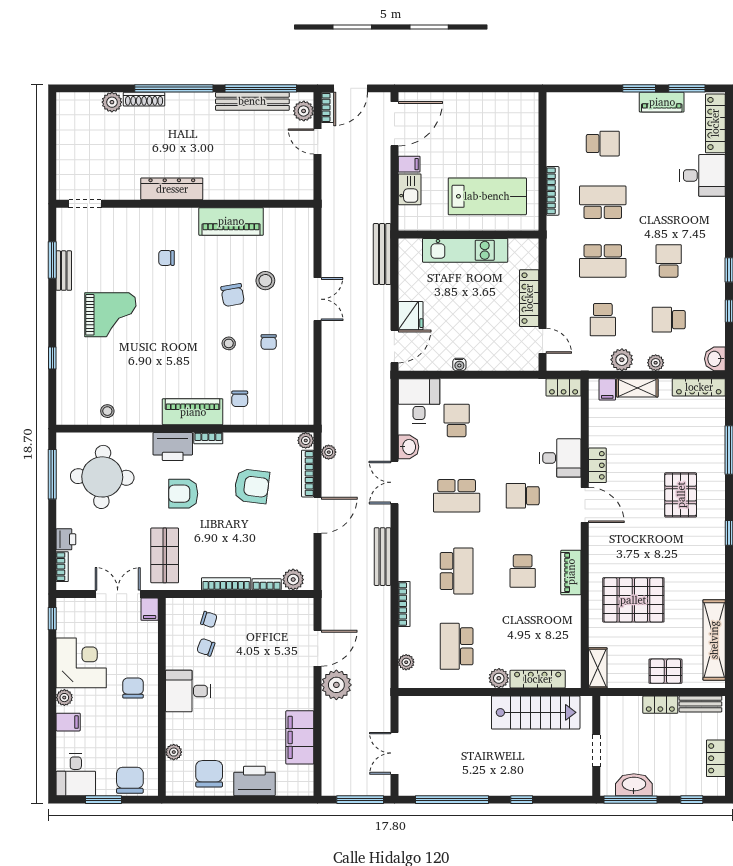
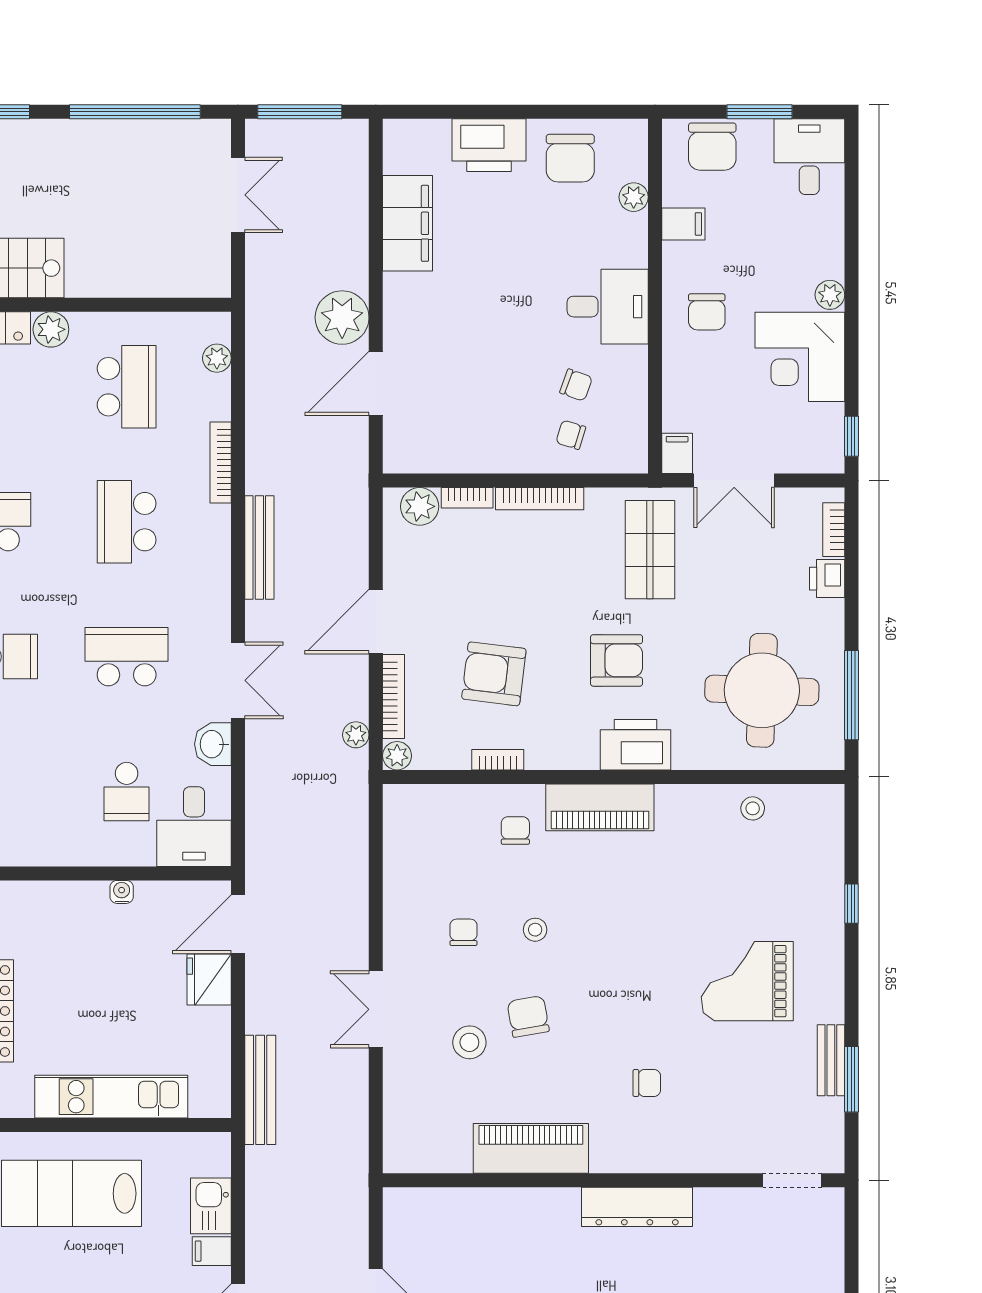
bookcase: (208, 438) -> (498, 760), moved
filing cabinet: (68, 722) -> (683, 224), moved, turned 180

